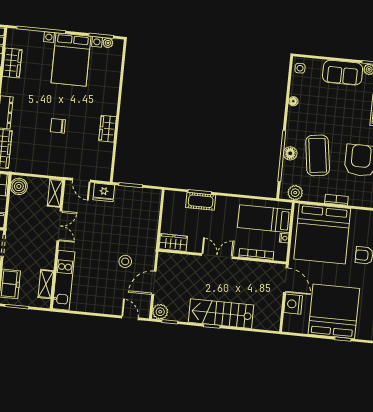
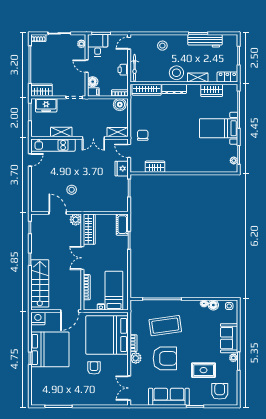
bed with nightstands: (71, 60) -> (219, 128), width x0.73
chair: (58, 126) -> (143, 135), moved
wardrobe: (108, 129) -> (155, 167), moved
floor lamp: (290, 153) -> (213, 305), moved
door: (81, 180) -> (129, 151), hinge flipped
plant: (295, 193) -> (136, 358), moved
cot: (201, 201) -> (122, 225), moved
wardrobe: (173, 243) -> (89, 229), width x1.50
double door: (217, 256) -> (82, 258), swing flipped
shelving: (46, 284) -> (61, 132), moved
nightstand: (293, 304) -> (38, 318), moved
plant: (160, 312) -> (76, 220), moved
stairs: (221, 314) -> (40, 283), moved
door: (130, 318) -> (30, 160), moved

